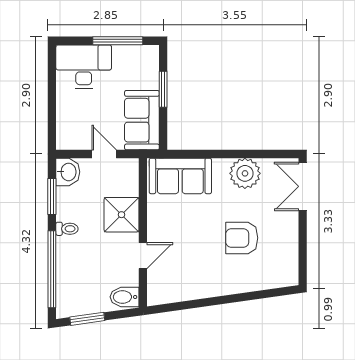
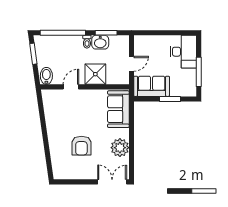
washbasin: (68, 172) -> (100, 42), moved
armchair: (242, 238) -> (81, 146), turned 180
door: (143, 256) -> (71, 87), swing flipped

